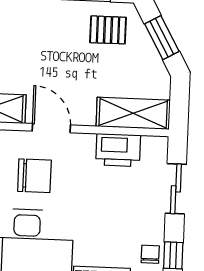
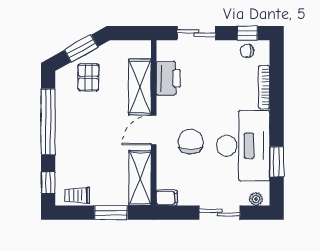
pallet: (108, 30) -> (88, 77), moved
shelving: (133, 113) -> (140, 87), moved

